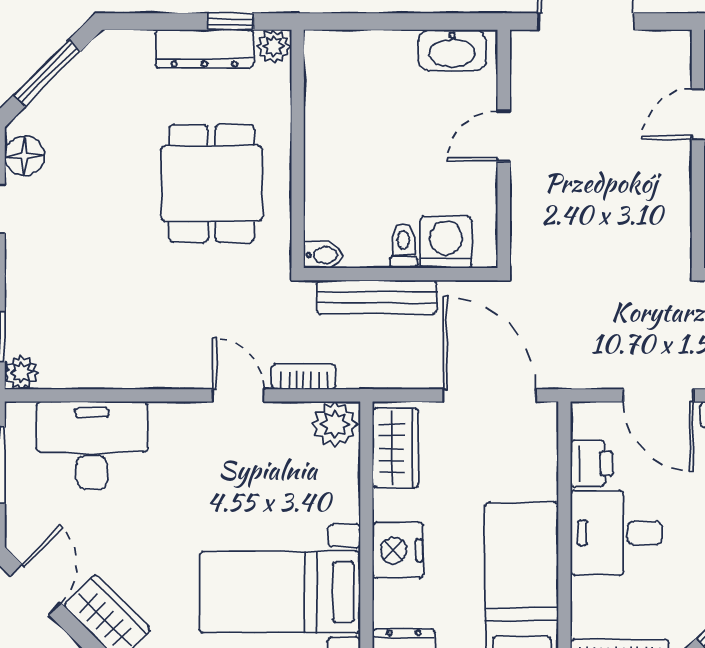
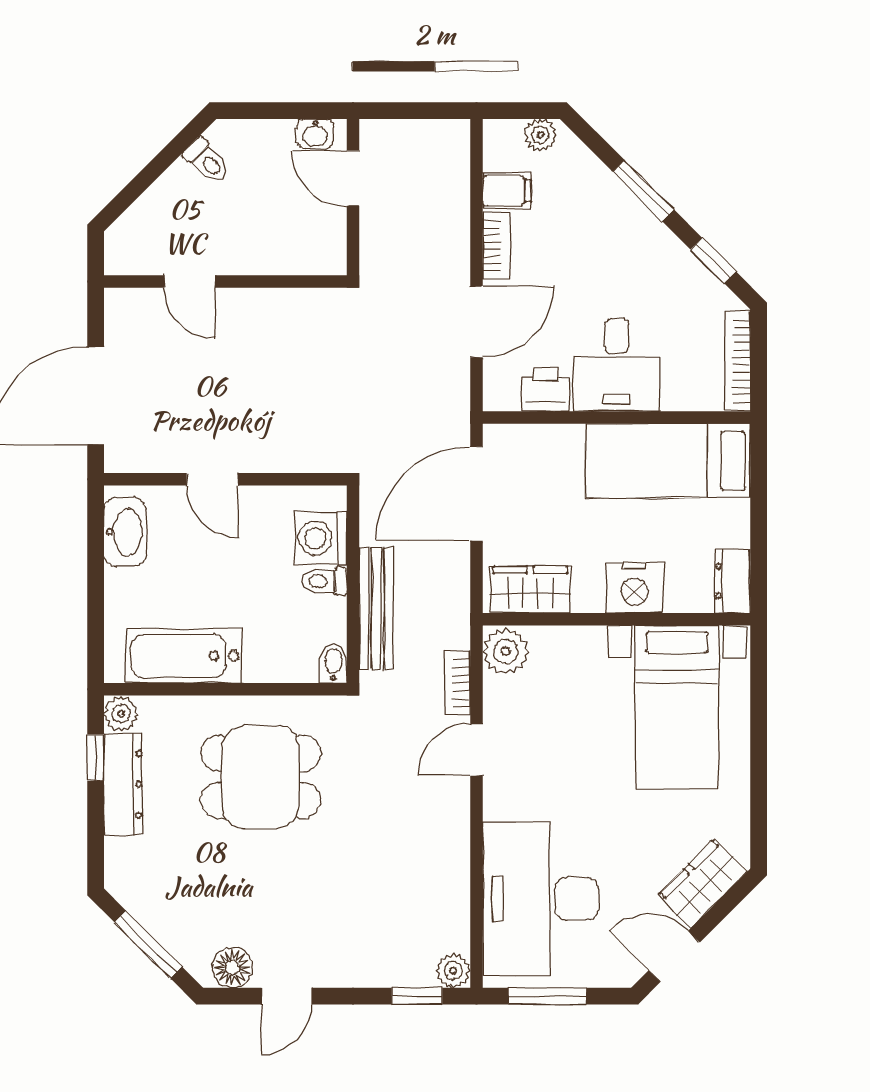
bathtub: (330, 108) -> (184, 656), added
desk: (92, 445) -> (541, 899), width x1.36, depth x1.30

